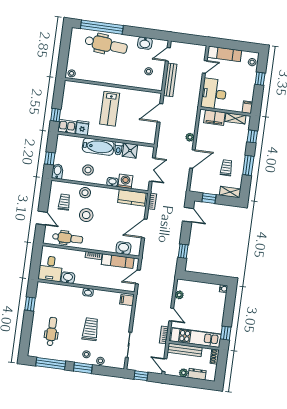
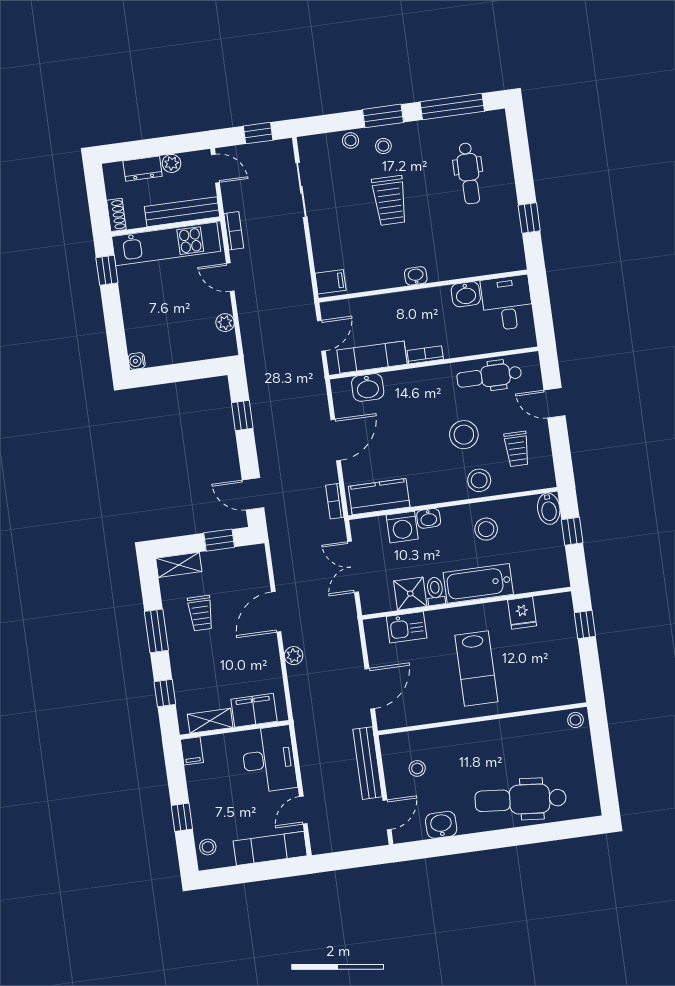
window: (102, 27) -> (540, 833), removed
lab bench: (110, 109) -> (476, 668), turned 180
kitchen sink: (67, 127) -> (407, 627), moved

